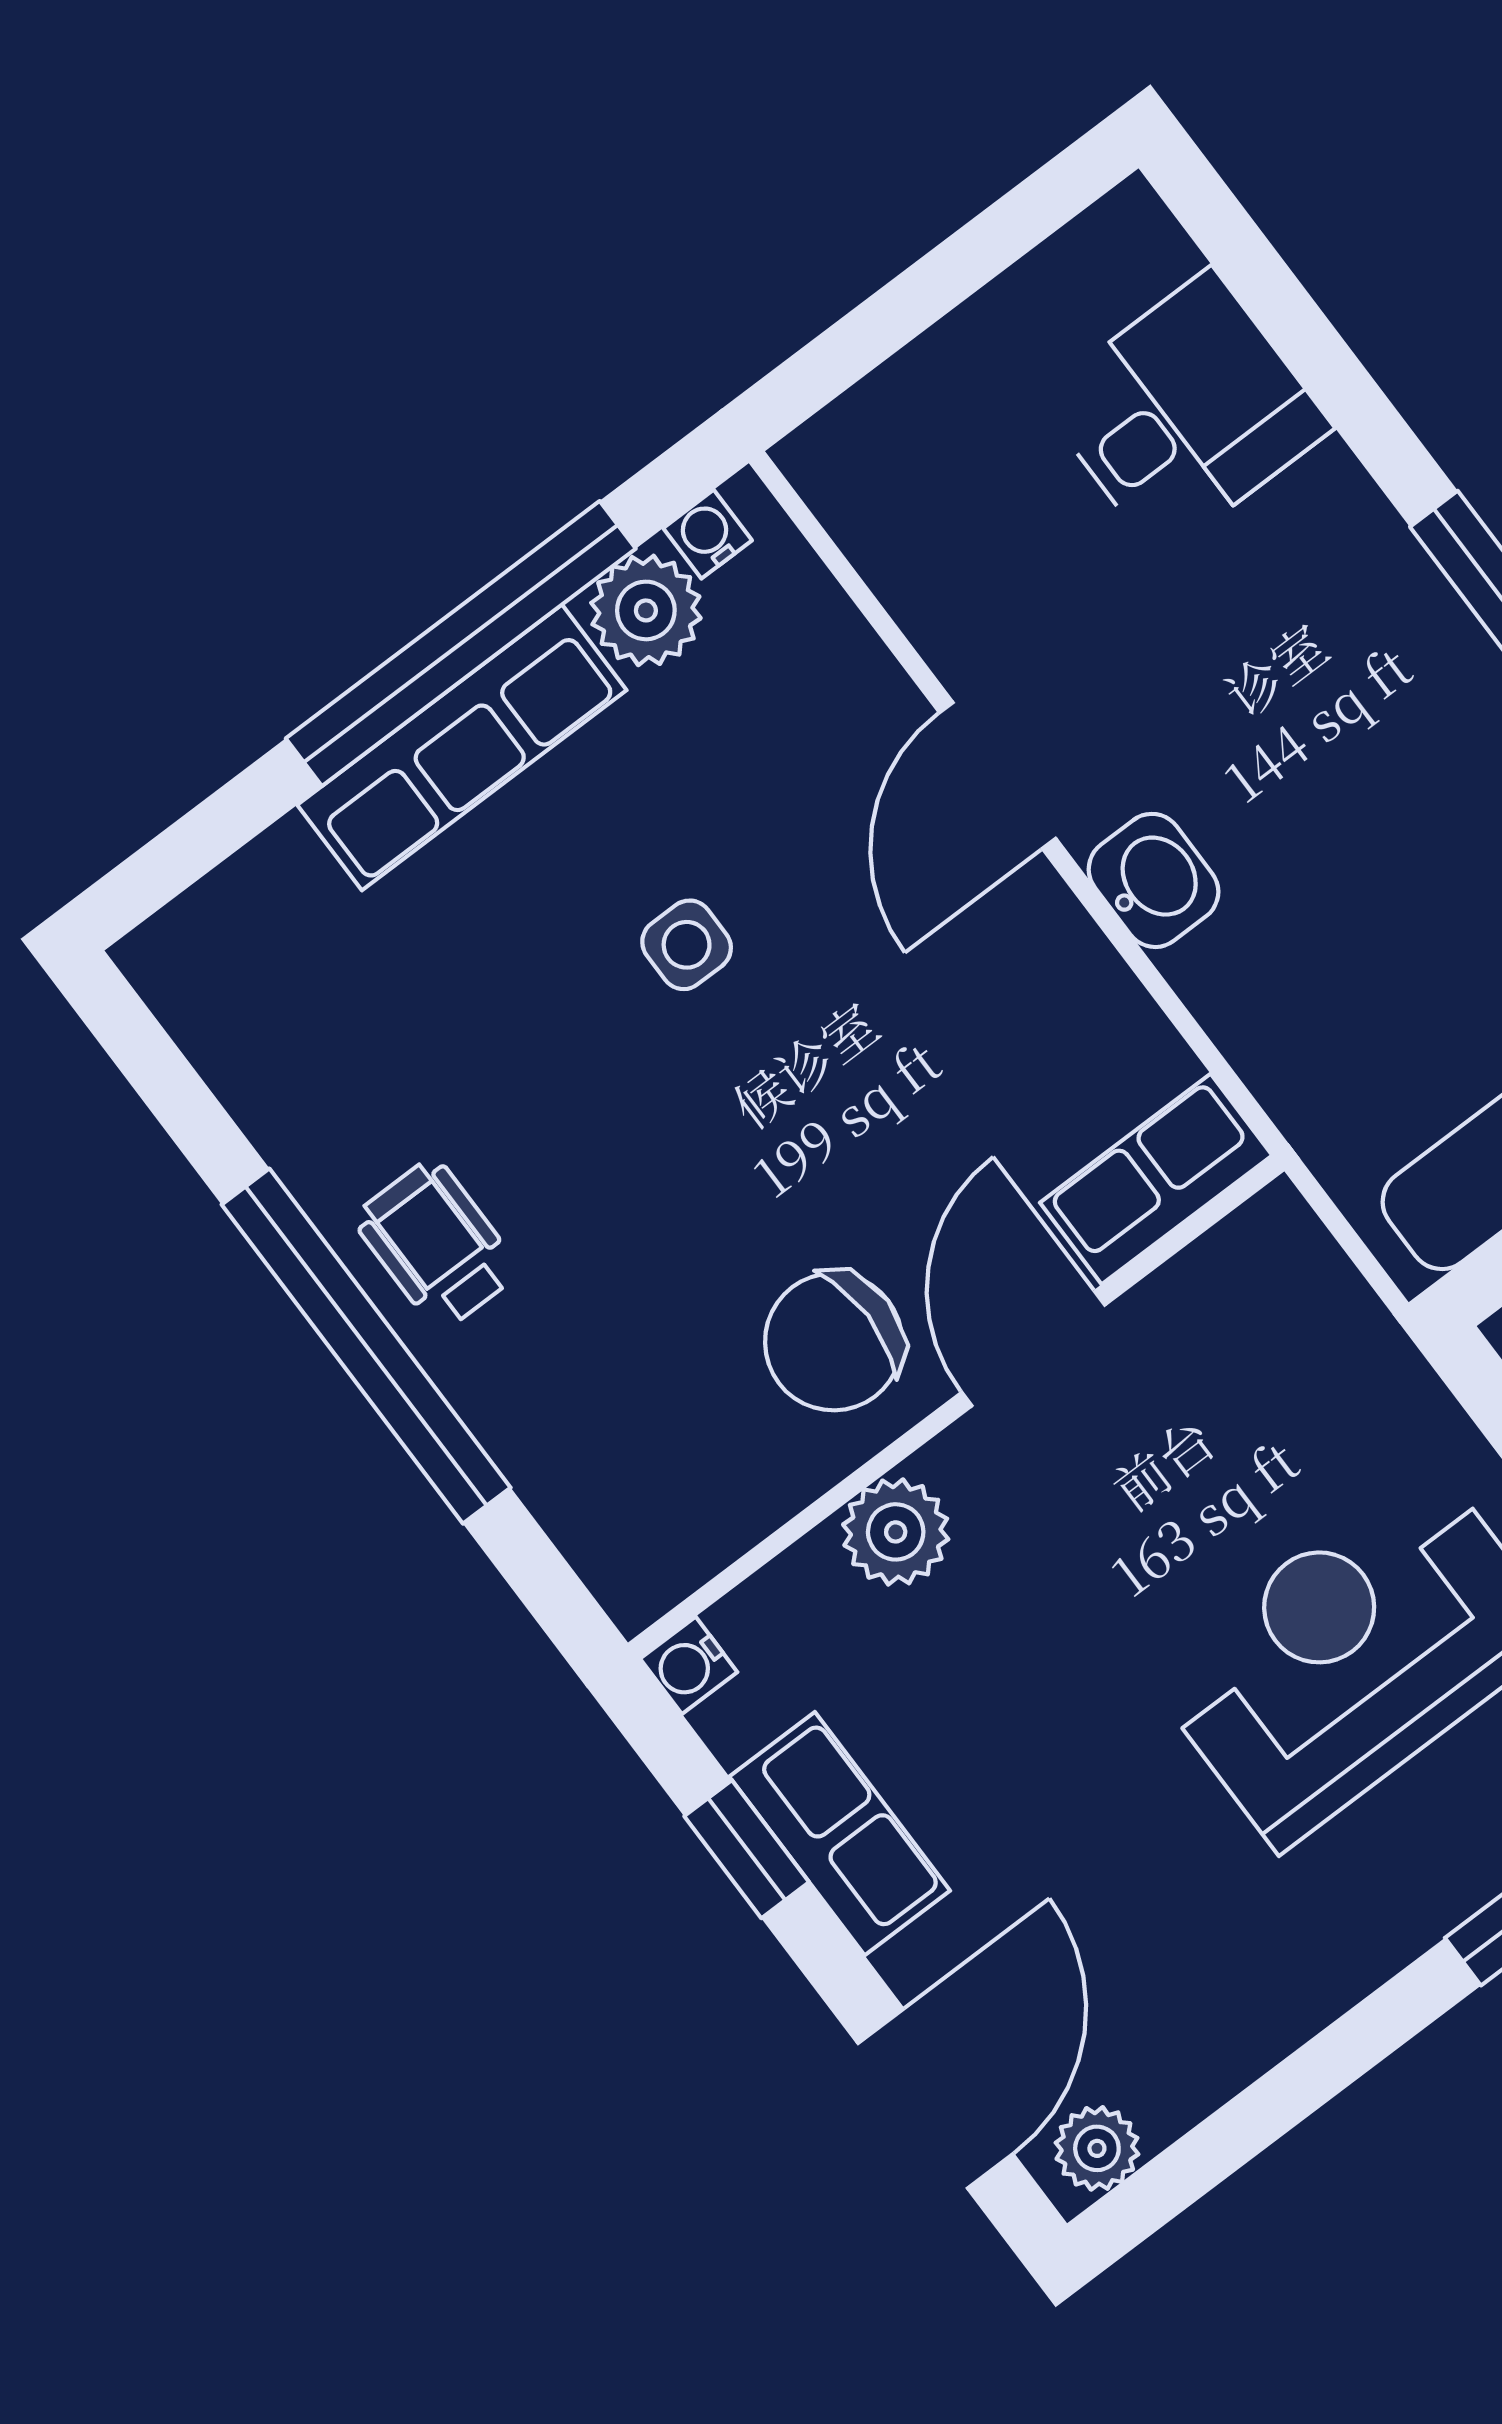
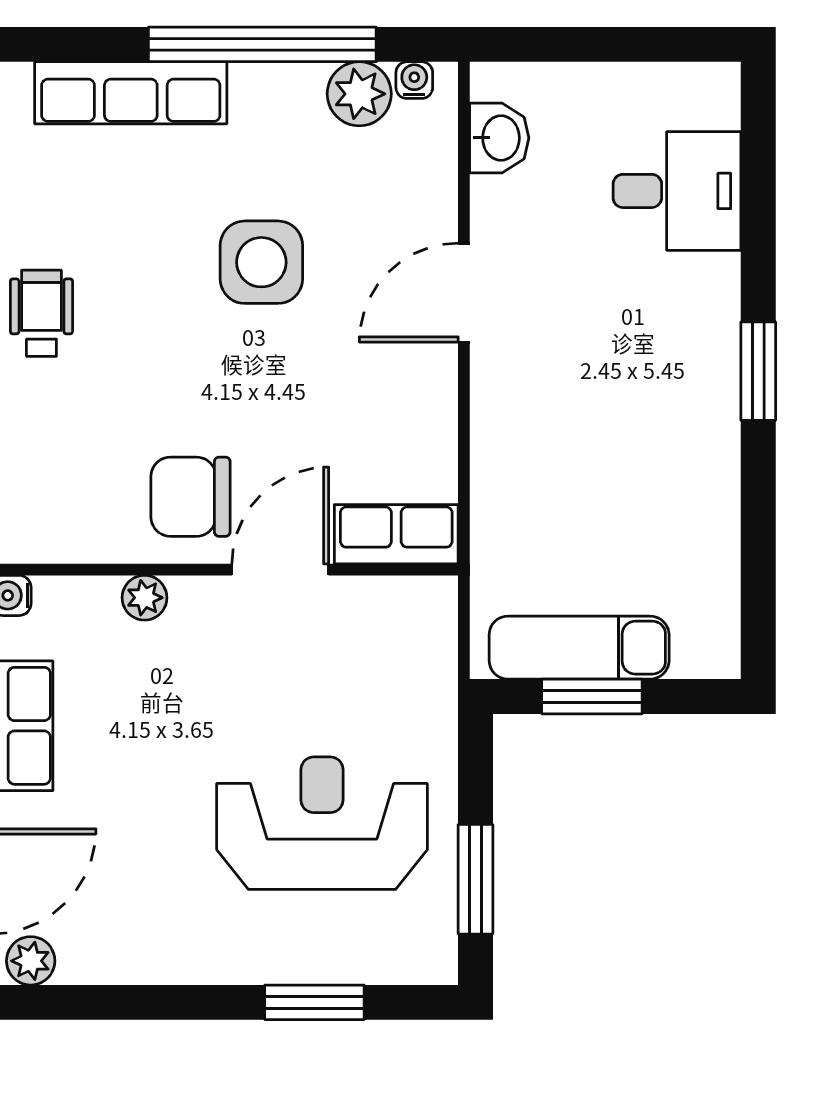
row of seats: (462, 747) -> (131, 93), moved
washbasin: (1154, 880) -> (499, 138), moved
side table: (687, 945) -> (261, 262), width x1.87, depth x1.87
plant: (896, 1532) -> (145, 598), width x0.73, depth x0.73

